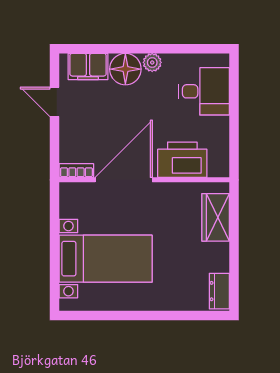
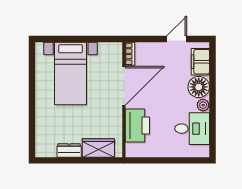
desk: (204, 91) -> (192, 129), moved, turned -90
door: (124, 180) -> (124, 86), hinge flipped
dresser: (219, 291) -> (69, 150), moved

